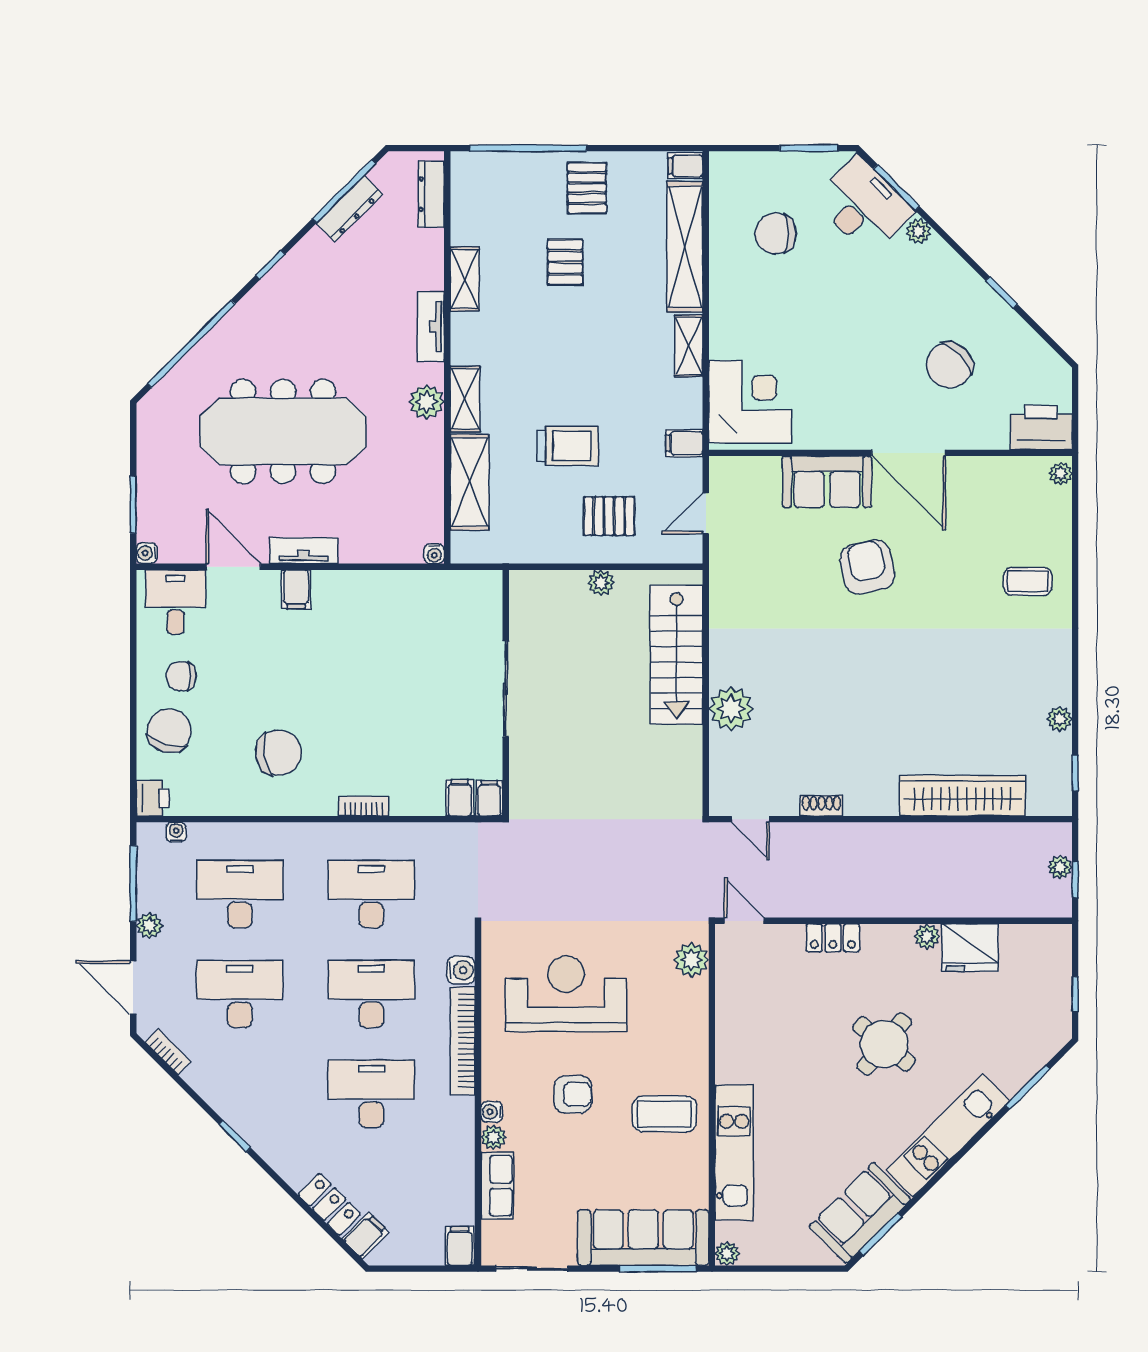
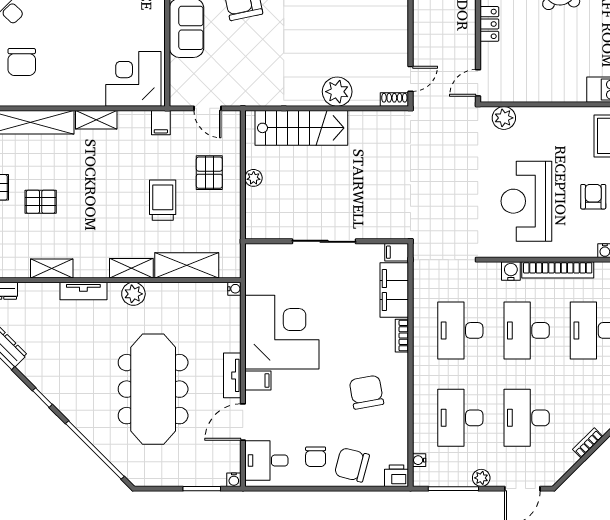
corner desk: (369, 626) -> (282, 332), added
filing cabinet: (460, 798) -> (394, 290), width x3.00, depth x1.17
shoe rack: (821, 806) -> (394, 100), moved, turned 90
bookcase: (168, 1052) -> (588, 443), moved

